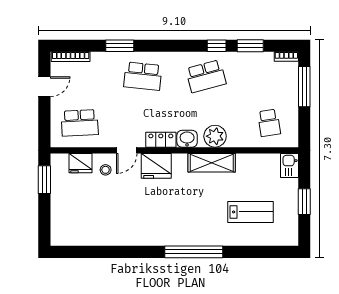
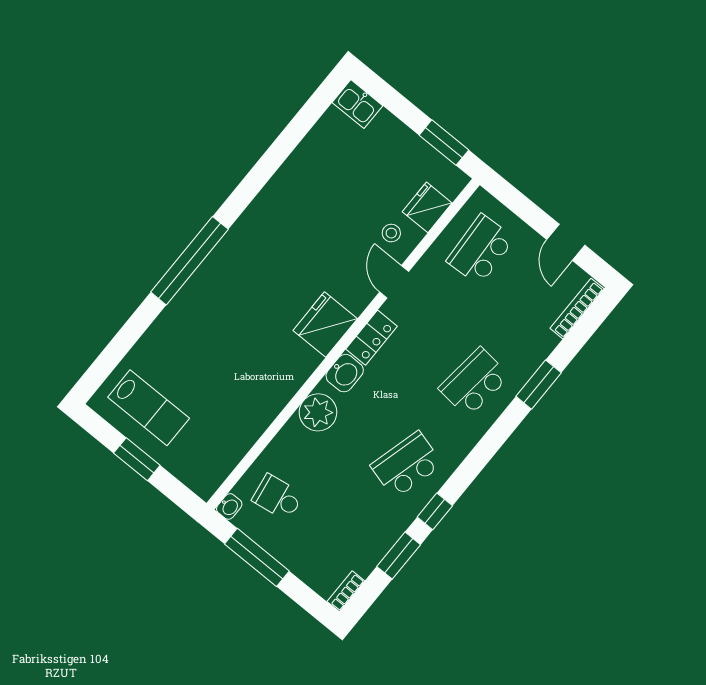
school desk: (206, 76) -> (406, 465), turned 30
window: (304, 87) -> (257, 557), moved
washbasin: (291, 142) -> (229, 506), added
shelving: (212, 163) -> (287, 380), removed
kitchen sink: (289, 165) -> (357, 104), moved, turned 180
fridge: (156, 166) -> (325, 325), moved
lab bench: (250, 212) -> (149, 408), moved, turned -90

